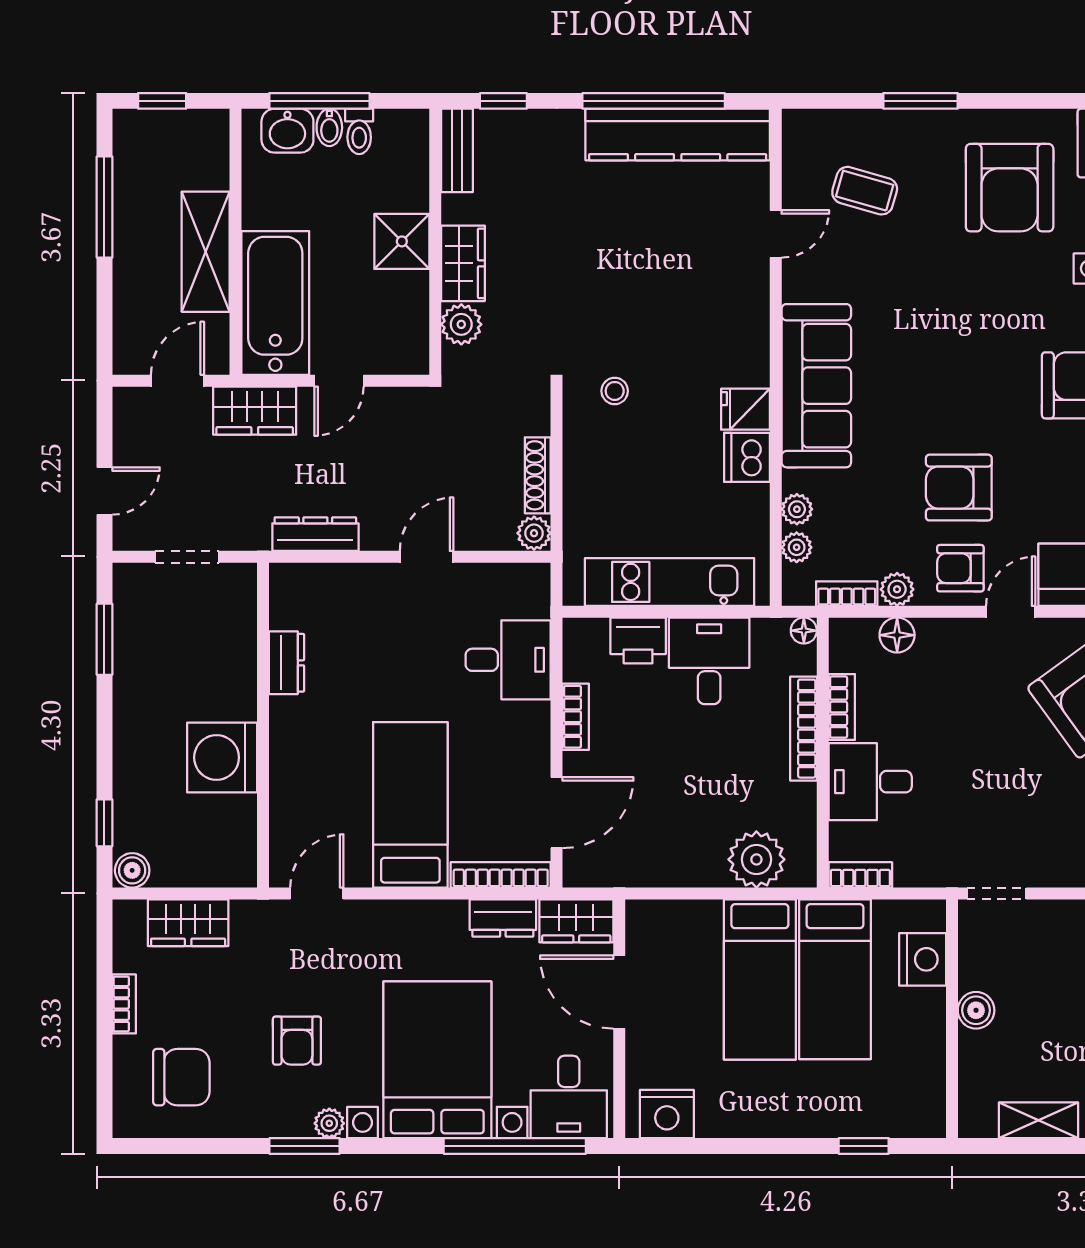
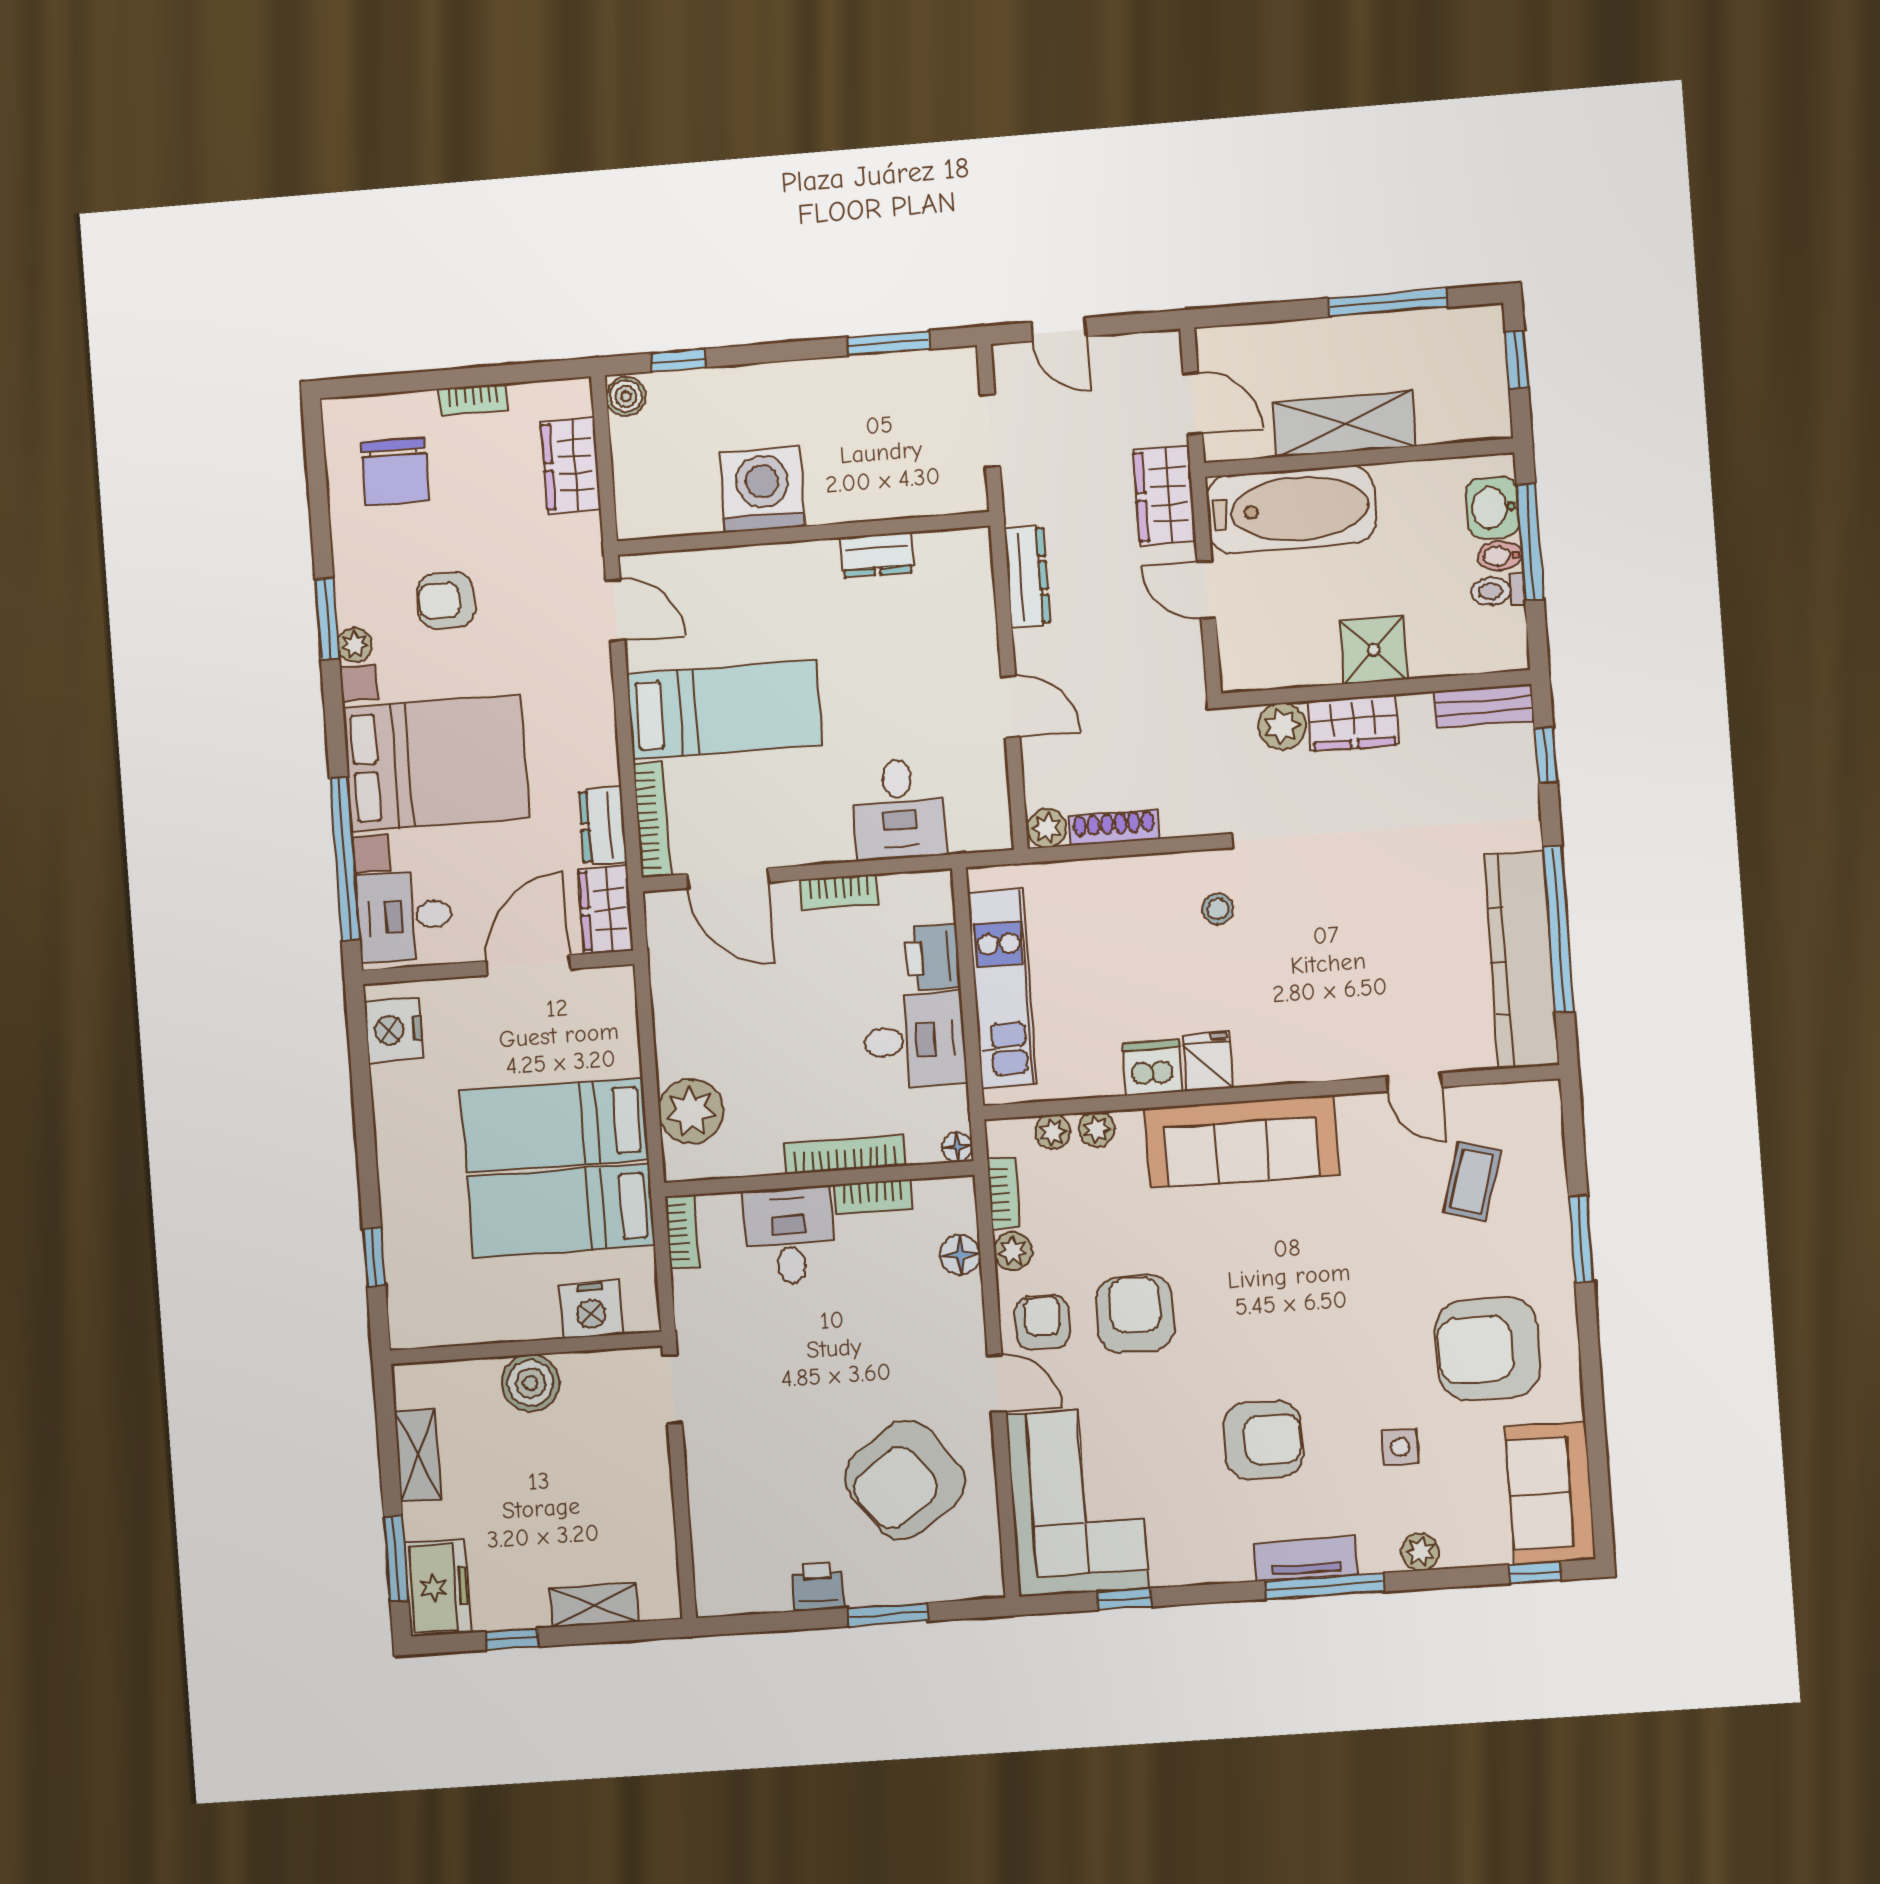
boiler: (976, 1010) -> (531, 1383), width x1.36, depth x1.36

